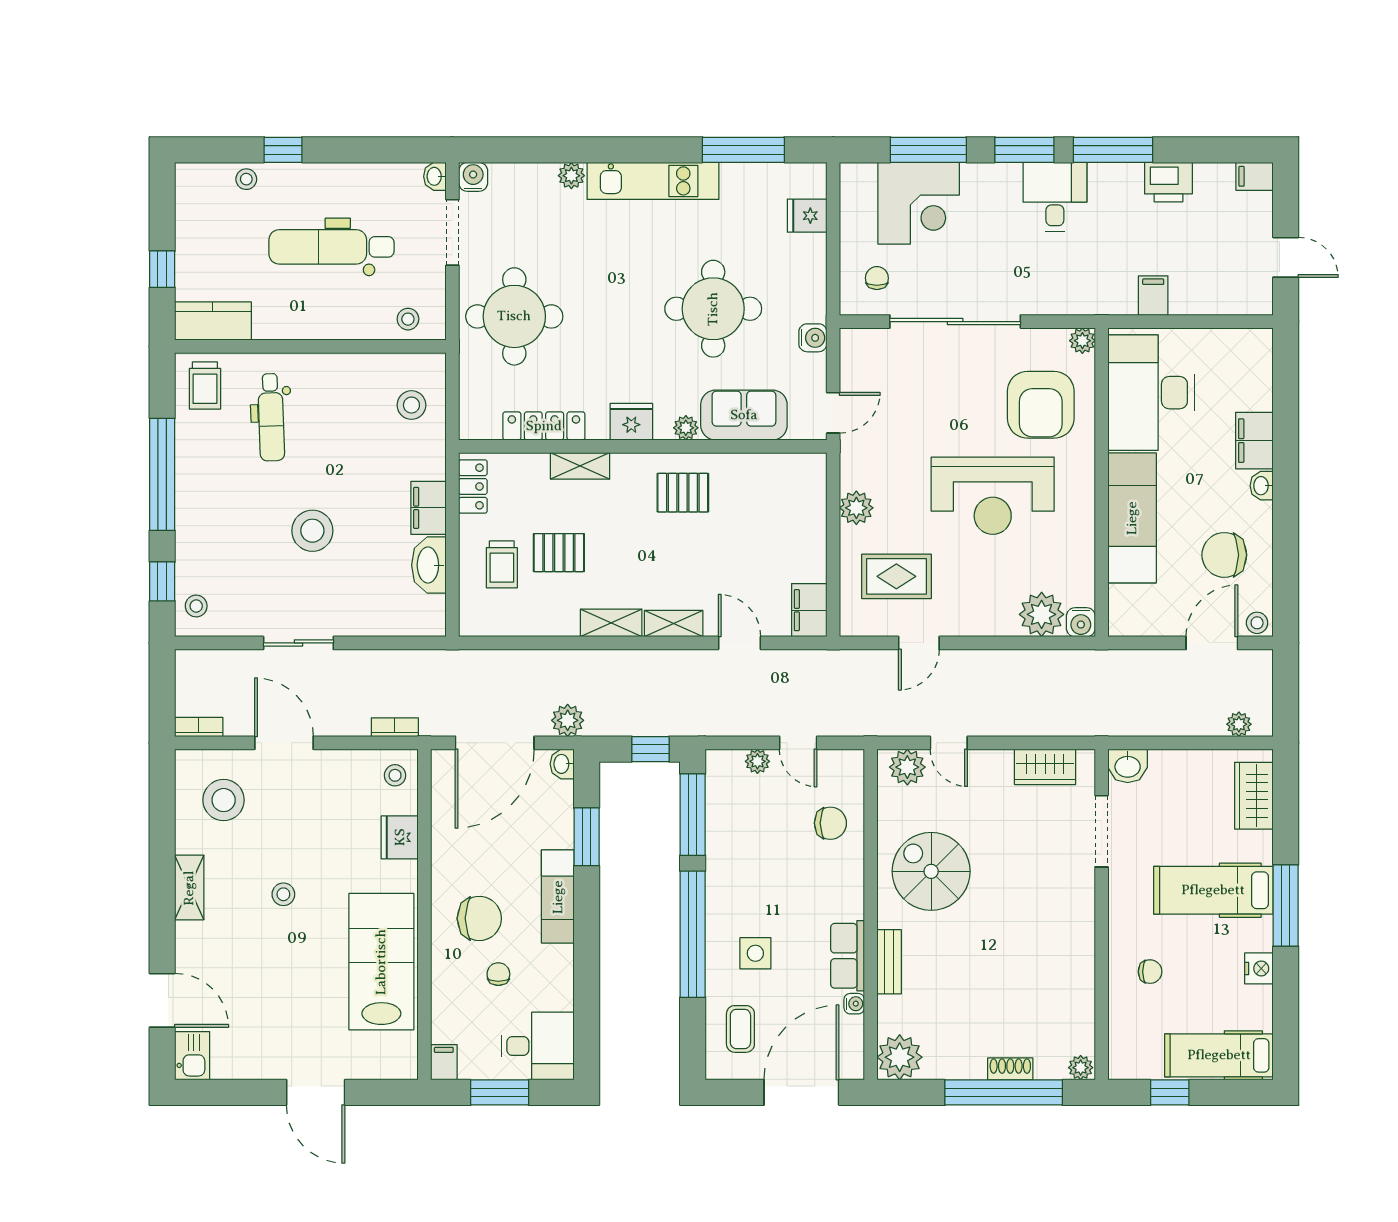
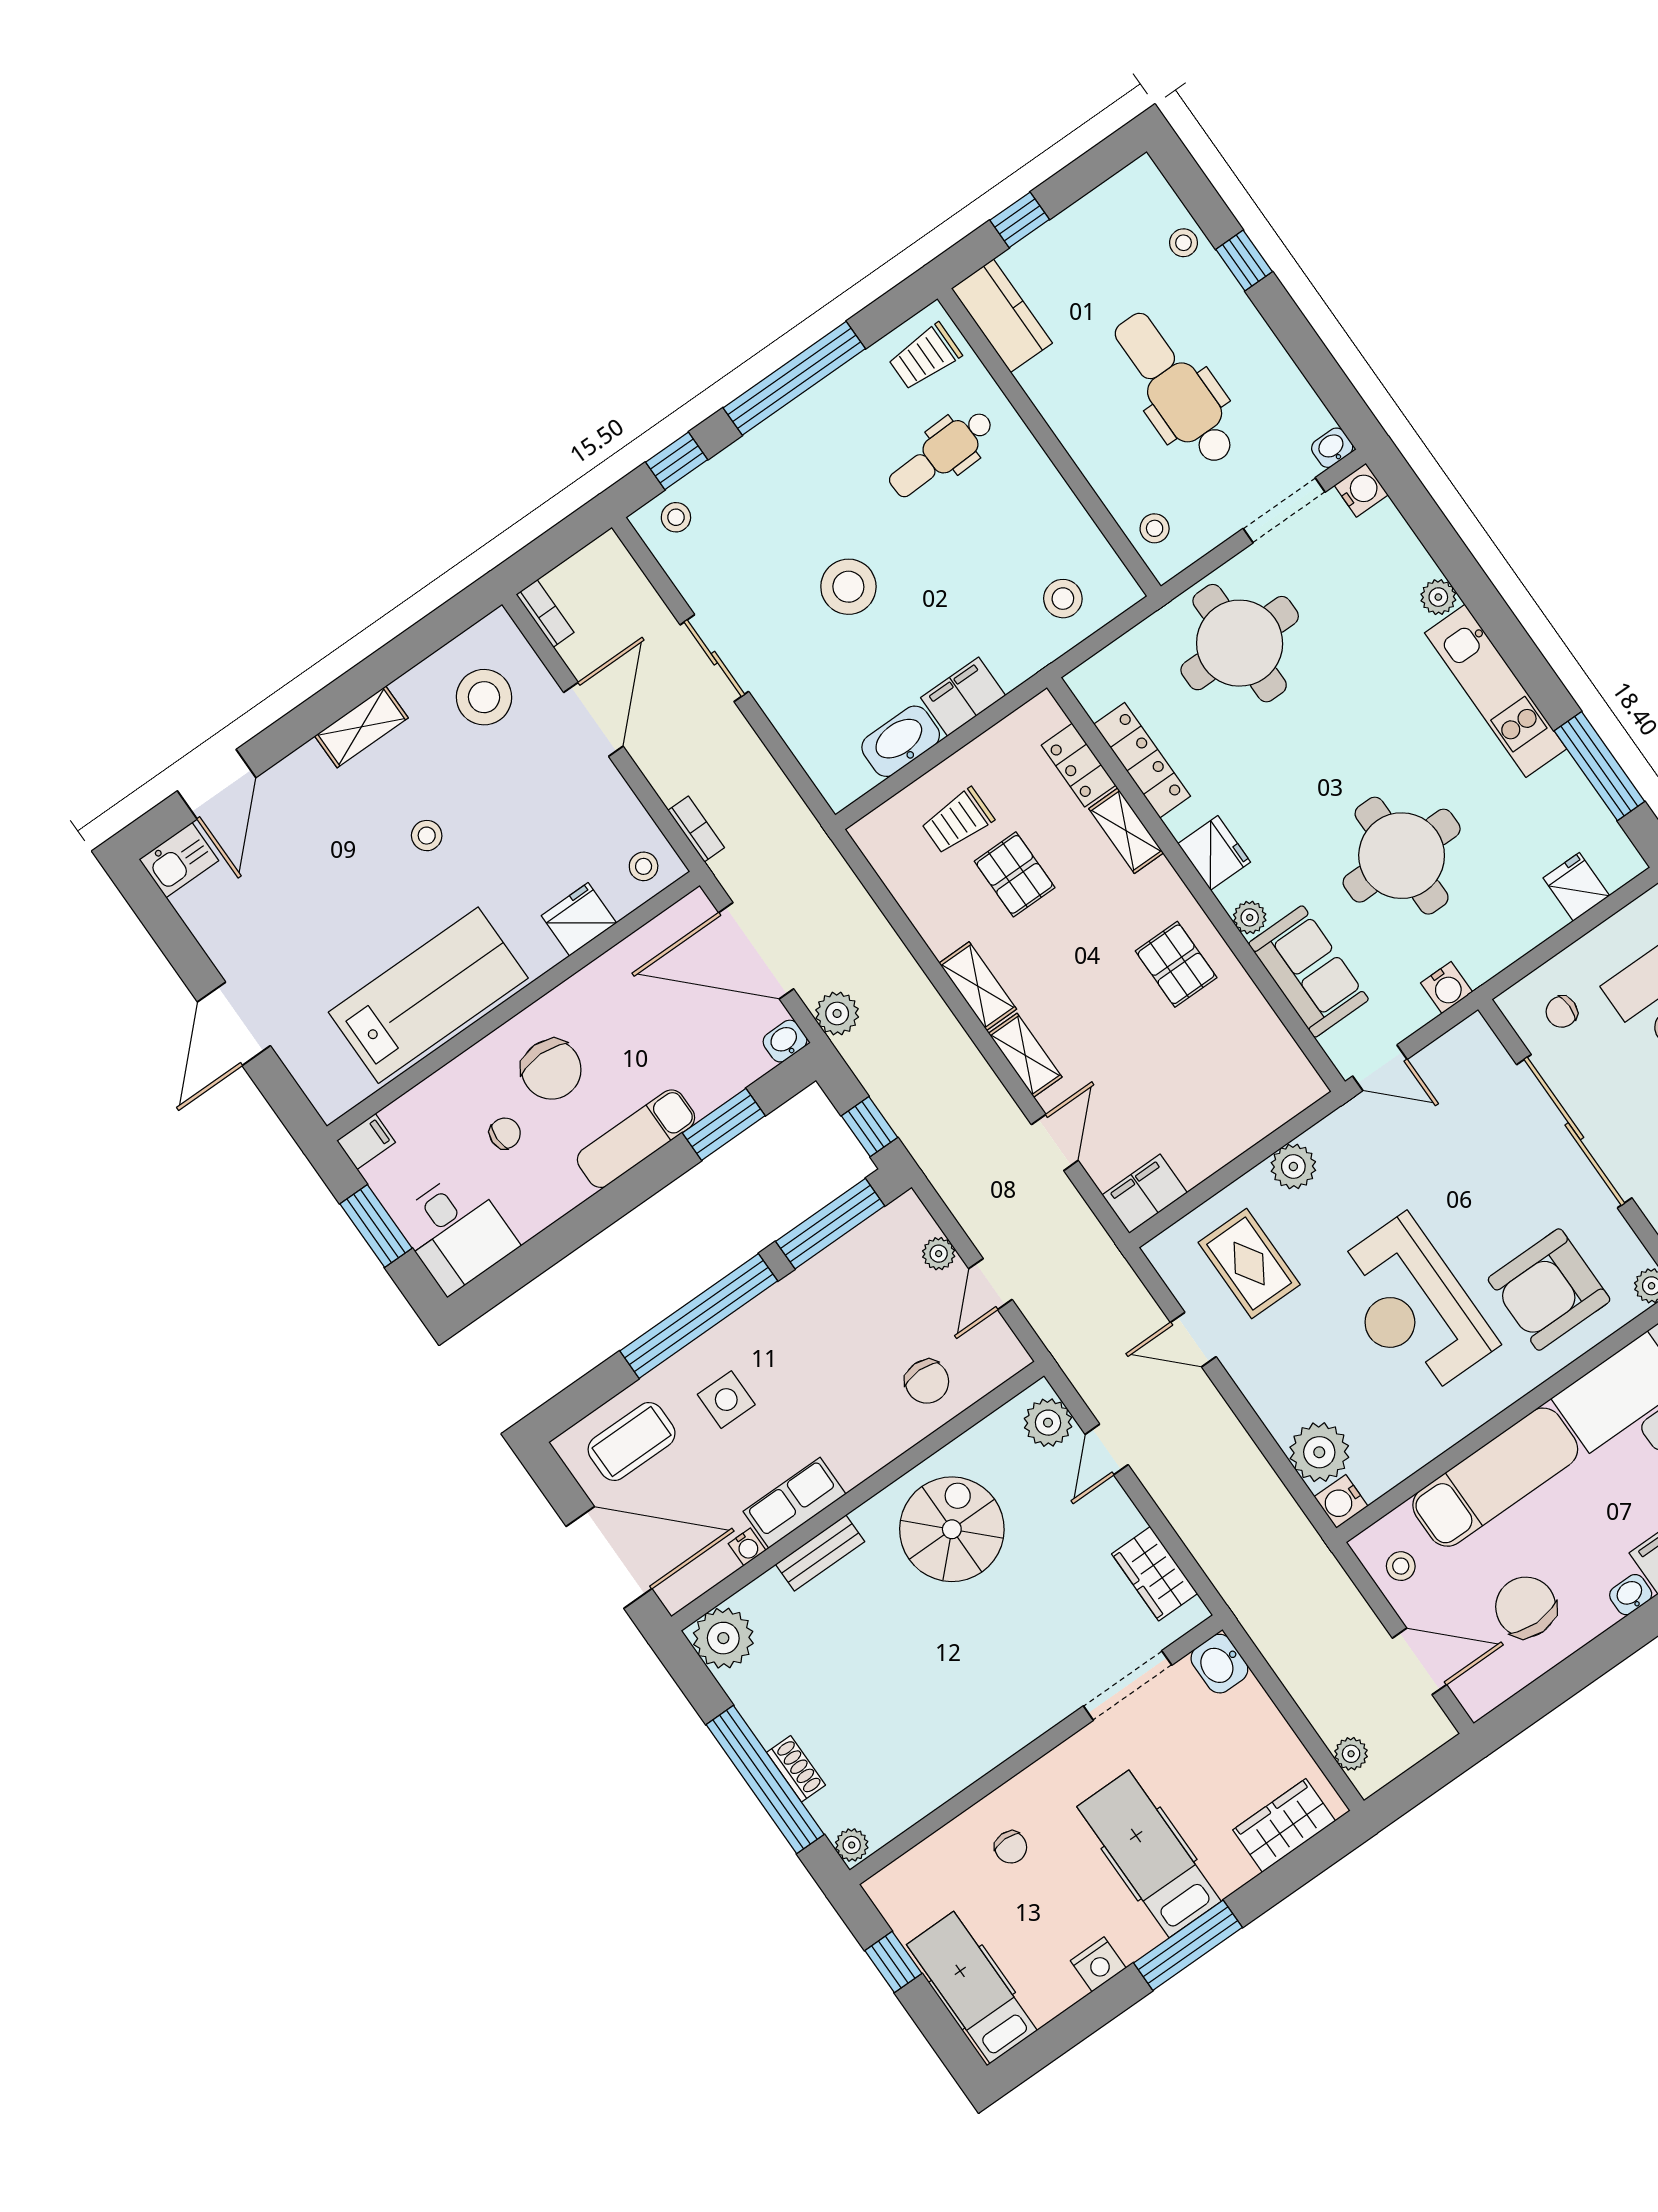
chair: (877, 278) -> (1562, 1012), turned 180
locker: (473, 486) -> (1079, 765), moved, turned 90
stool: (1257, 623) -> (1401, 1566), moved
coffee table: (740, 1029) -> (632, 1442), width x1.36, depth x1.30

